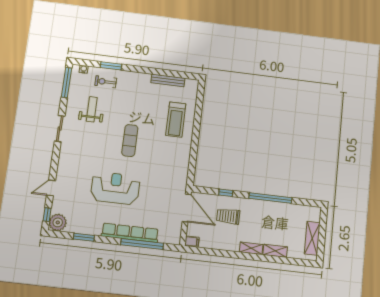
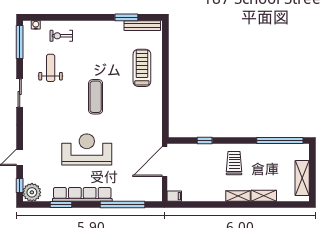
window: (111, 66) -> (126, 17), moved
bench: (168, 80) -> (142, 26), moved
treadmill: (176, 120) -> (142, 68), turned 180
window: (270, 198) -> (280, 141), moved
door: (187, 208) -> (165, 161), swing flipped
trolley: (228, 216) -> (234, 163), moved, turned 90
row of seats: (130, 233) -> (82, 194), moved

